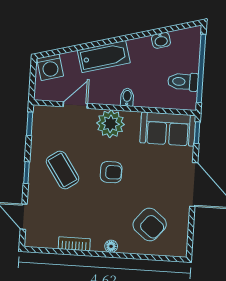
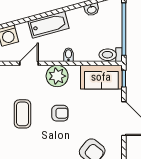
toilet: (183, 82) -> (111, 55), moved
coffee table: (63, 170) -> (23, 114), turned 34

